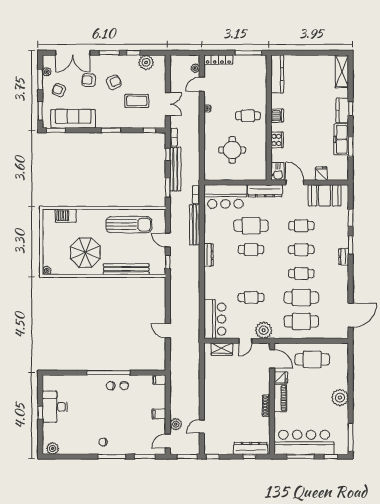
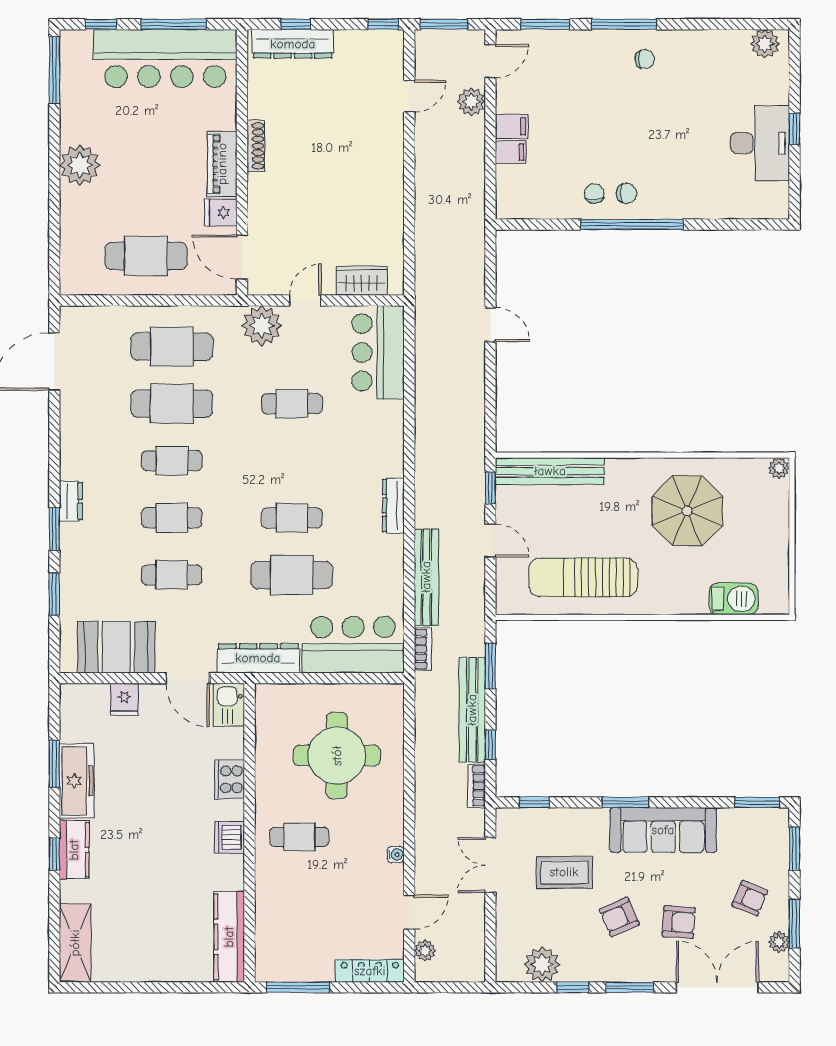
sofa: (73, 119) -> (663, 830), moved
round table: (232, 150) -> (337, 756), width x1.36, depth x1.36
bench: (126, 269) -> (550, 471), moved
filing cabinet: (159, 380) -> (511, 152), moved

